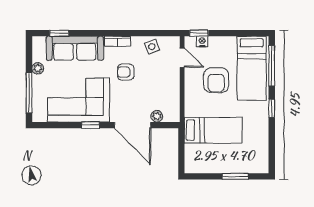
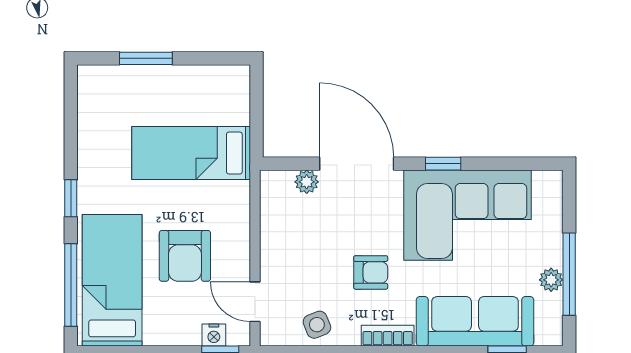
armchair: (216, 80) -> (185, 256), turned 180
window: (29, 93) -> (569, 274), moved

